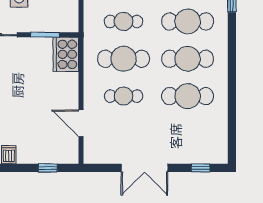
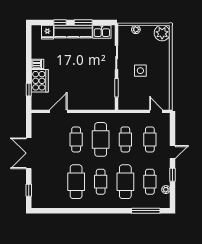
cooker: (66, 54) -> (40, 81), moved, turned 90
cafe table: (188, 59) -> (101, 182), width x0.73, depth x0.74

